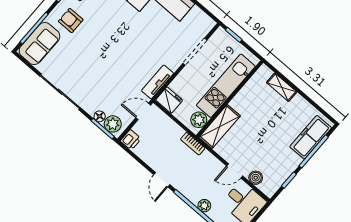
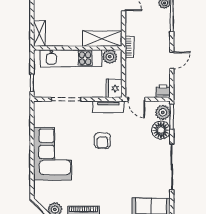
armchair: (71, 20) -> (102, 141), moved
shelving: (282, 87) -> (39, 33), moved
floor lamp: (100, 116) -> (161, 130), width x1.89, depth x1.89
door: (162, 180) -> (172, 60), moved

